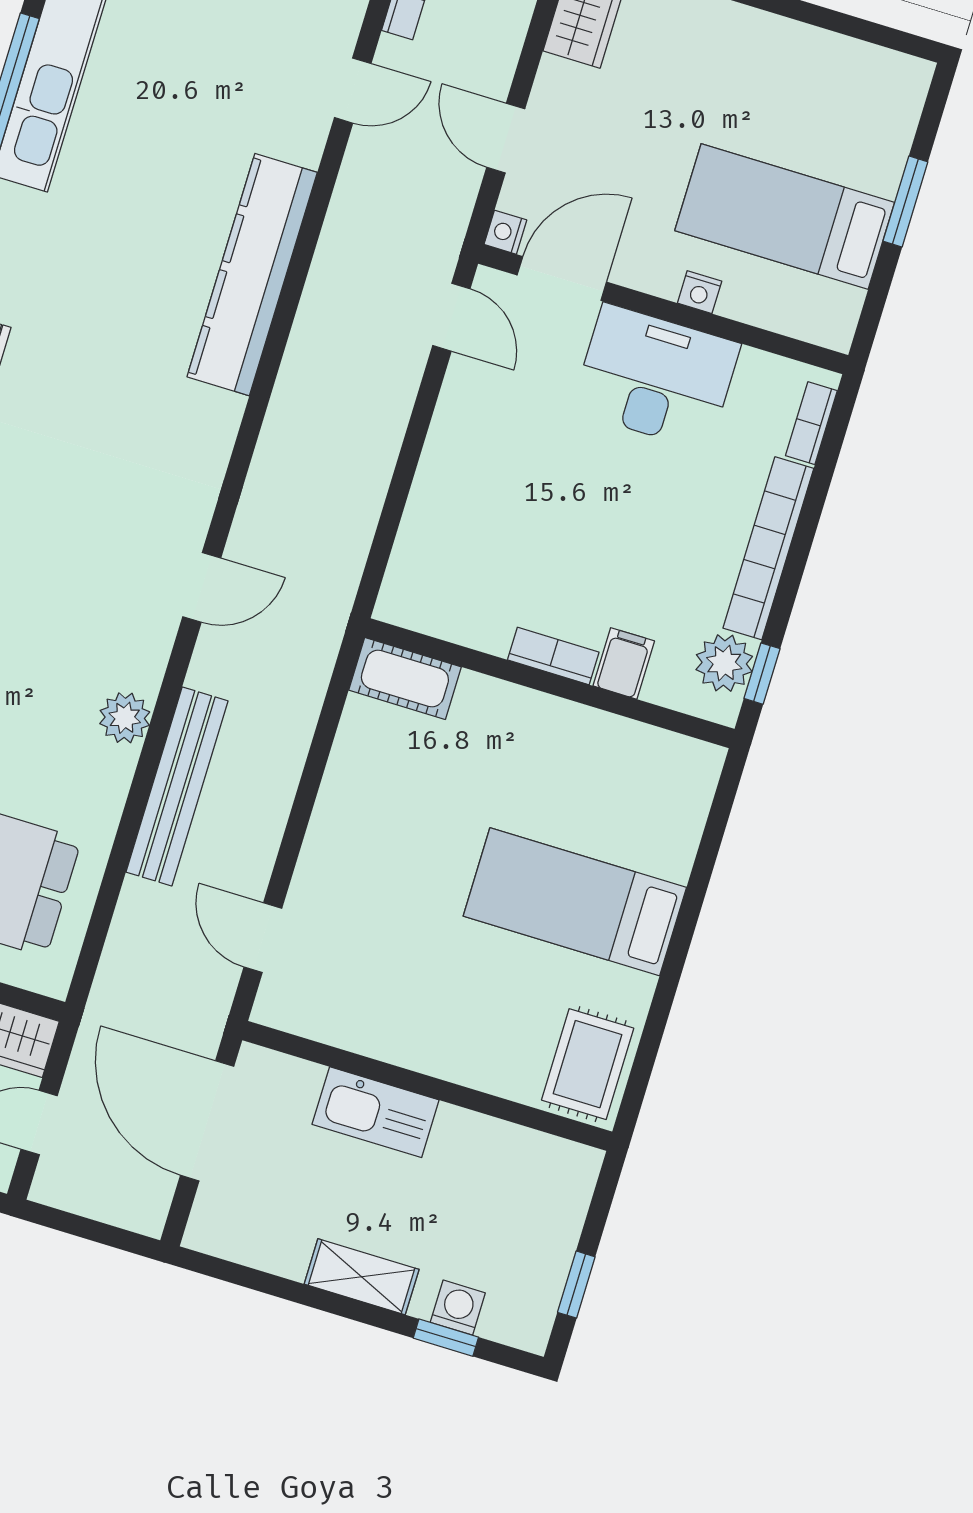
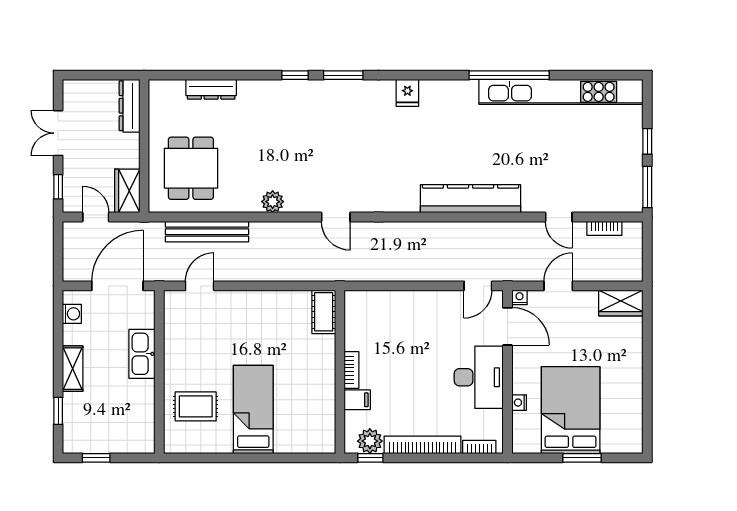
bed: (785, 216) -> (571, 410), width x1.50
nightstand: (700, 292) -> (519, 403), moved
bench: (177, 786) -> (207, 232), moved
rug: (588, 1064) -> (196, 406), moved
washing machine: (458, 1308) -> (72, 314), moved

